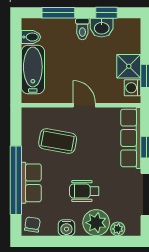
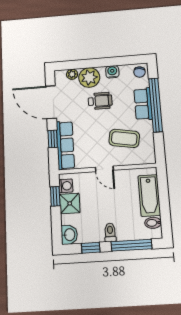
window: (58, 13) -> (131, 245), width x1.44
washbasin: (102, 28) -> (69, 235), moved, turned 90

